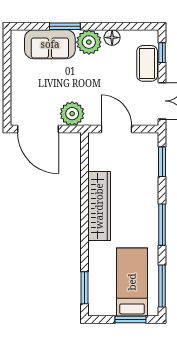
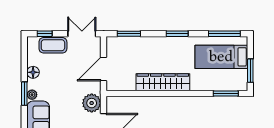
window: (65, 26) -> (24, 94), moved
plant: (89, 42) -> (32, 95), width x0.53, depth x0.53
window: (162, 225) -> (177, 34), width x0.69
window: (131, 319) -> (250, 71), moved

